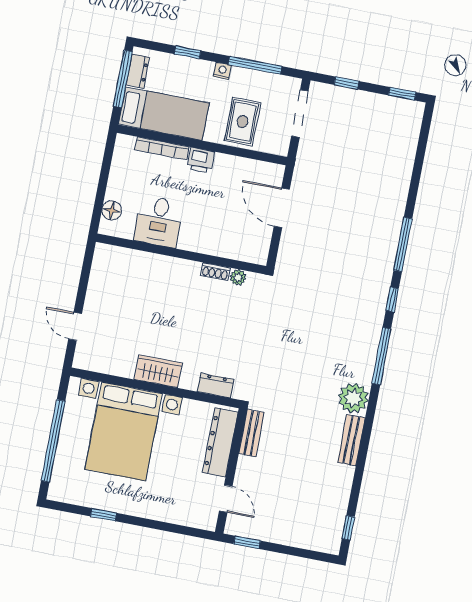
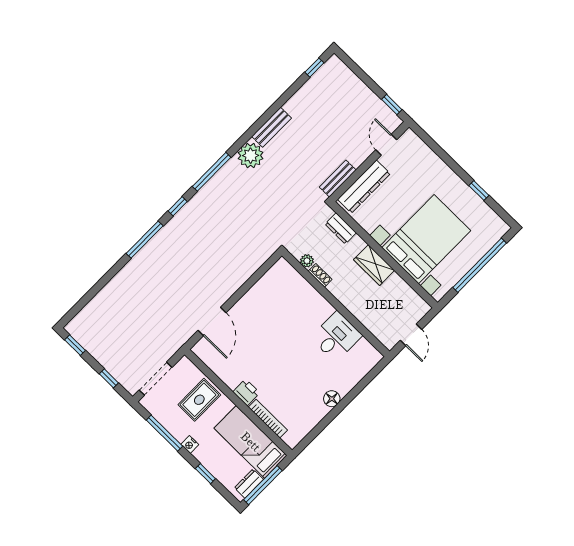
desk: (159, 222) -> (336, 337), moved
wall: (181, 254) -> (336, 304), moved
shoe rack: (215, 272) -> (320, 275), moved
plant: (238, 277) -> (307, 261), moved

